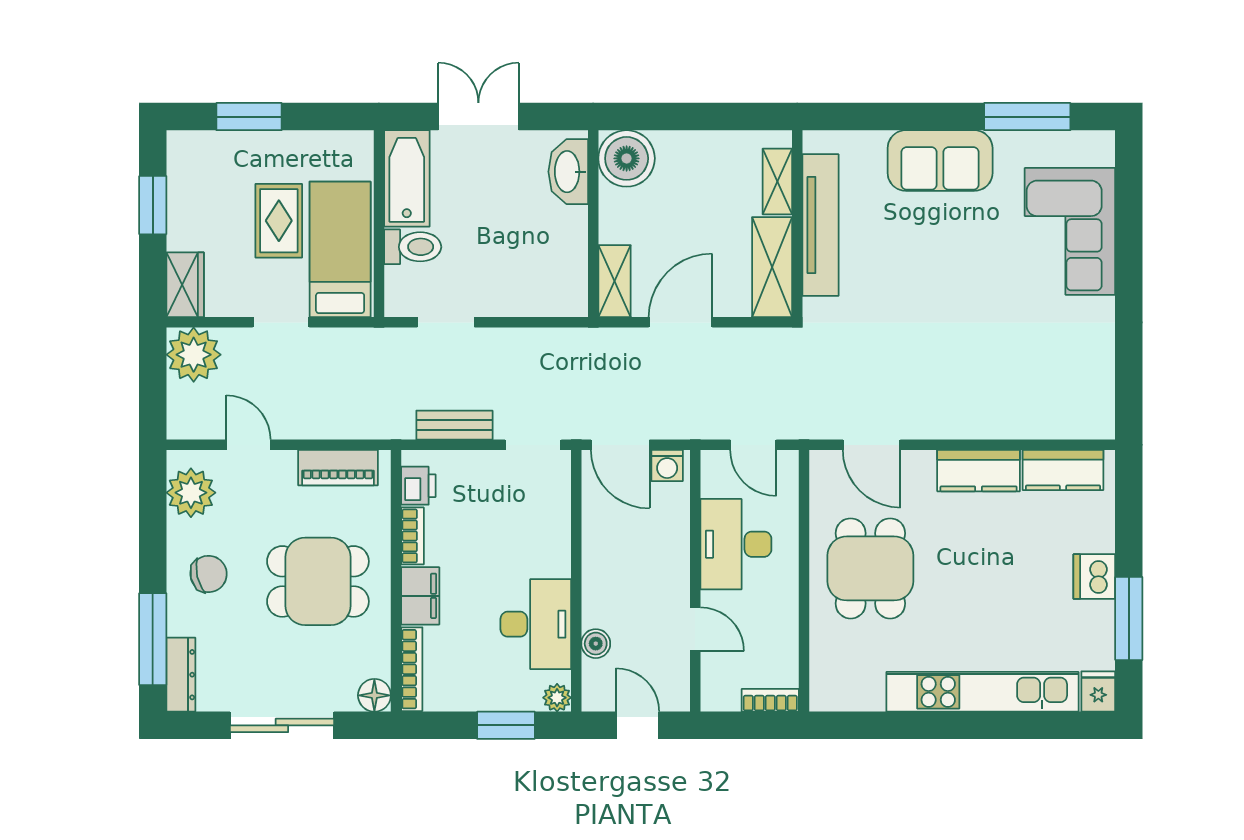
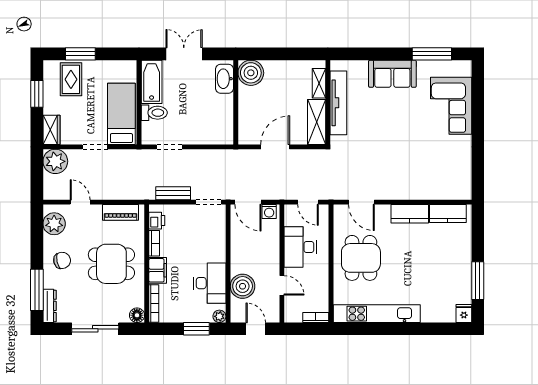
rug: (279, 221) -> (71, 79), moved
shelving: (615, 281) -> (245, 128), removed
dishwasher: (1094, 577) -> (462, 262), removed
boiler: (596, 644) -> (243, 286), width x1.86, depth x1.86
kitchen unit: (982, 692) -> (377, 314), moved

